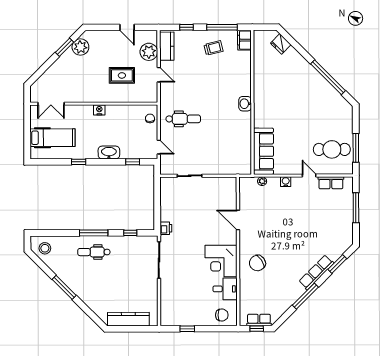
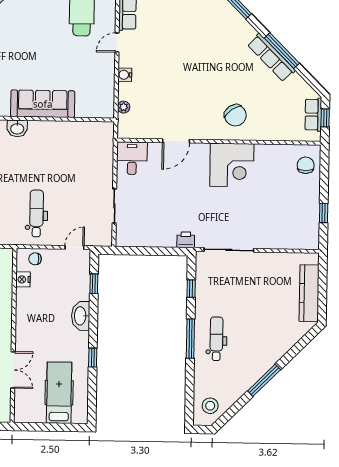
double door: (51, 104) -> (13, 370), moved
nightstand: (99, 110) -> (23, 279), moved
sofa: (264, 151) -> (43, 104), moved
dental chair: (94, 252) -> (216, 339), turned 180
row of seats: (316, 272) -> (271, 57), moved
desk: (225, 289) -> (132, 158), moved

